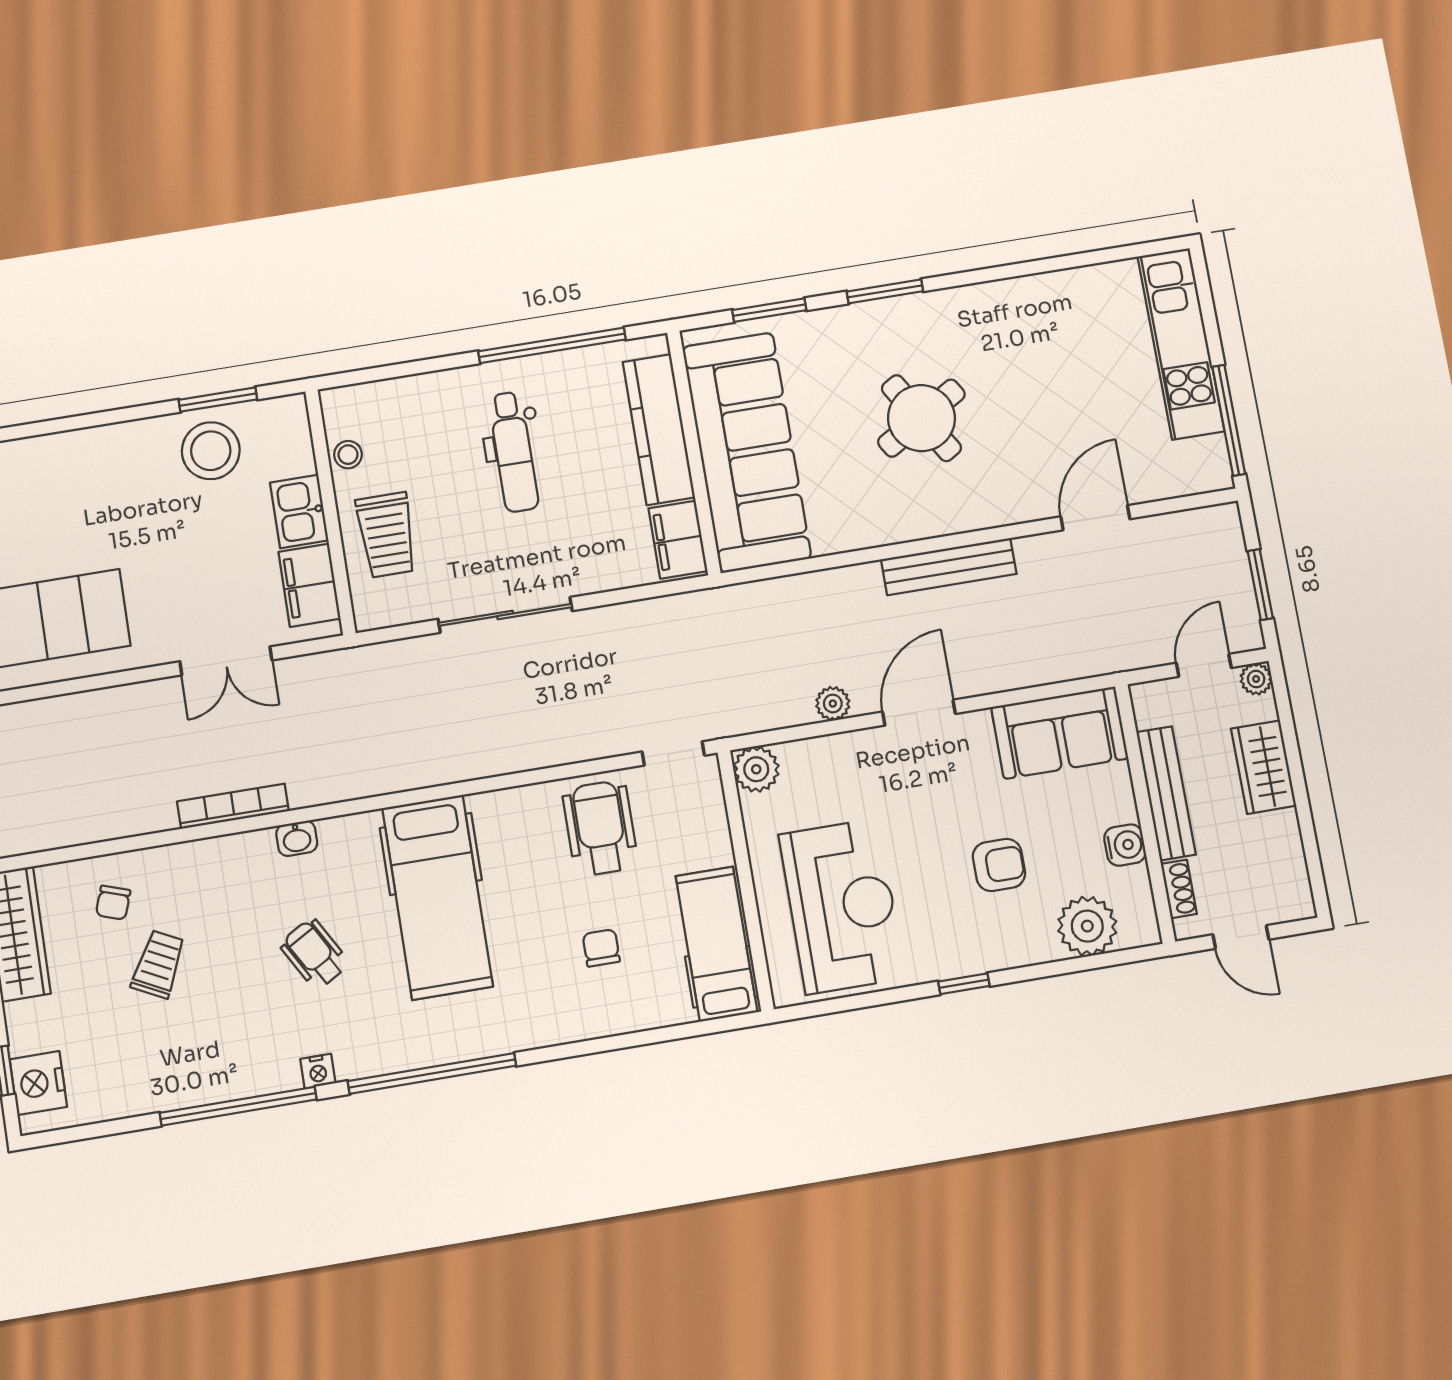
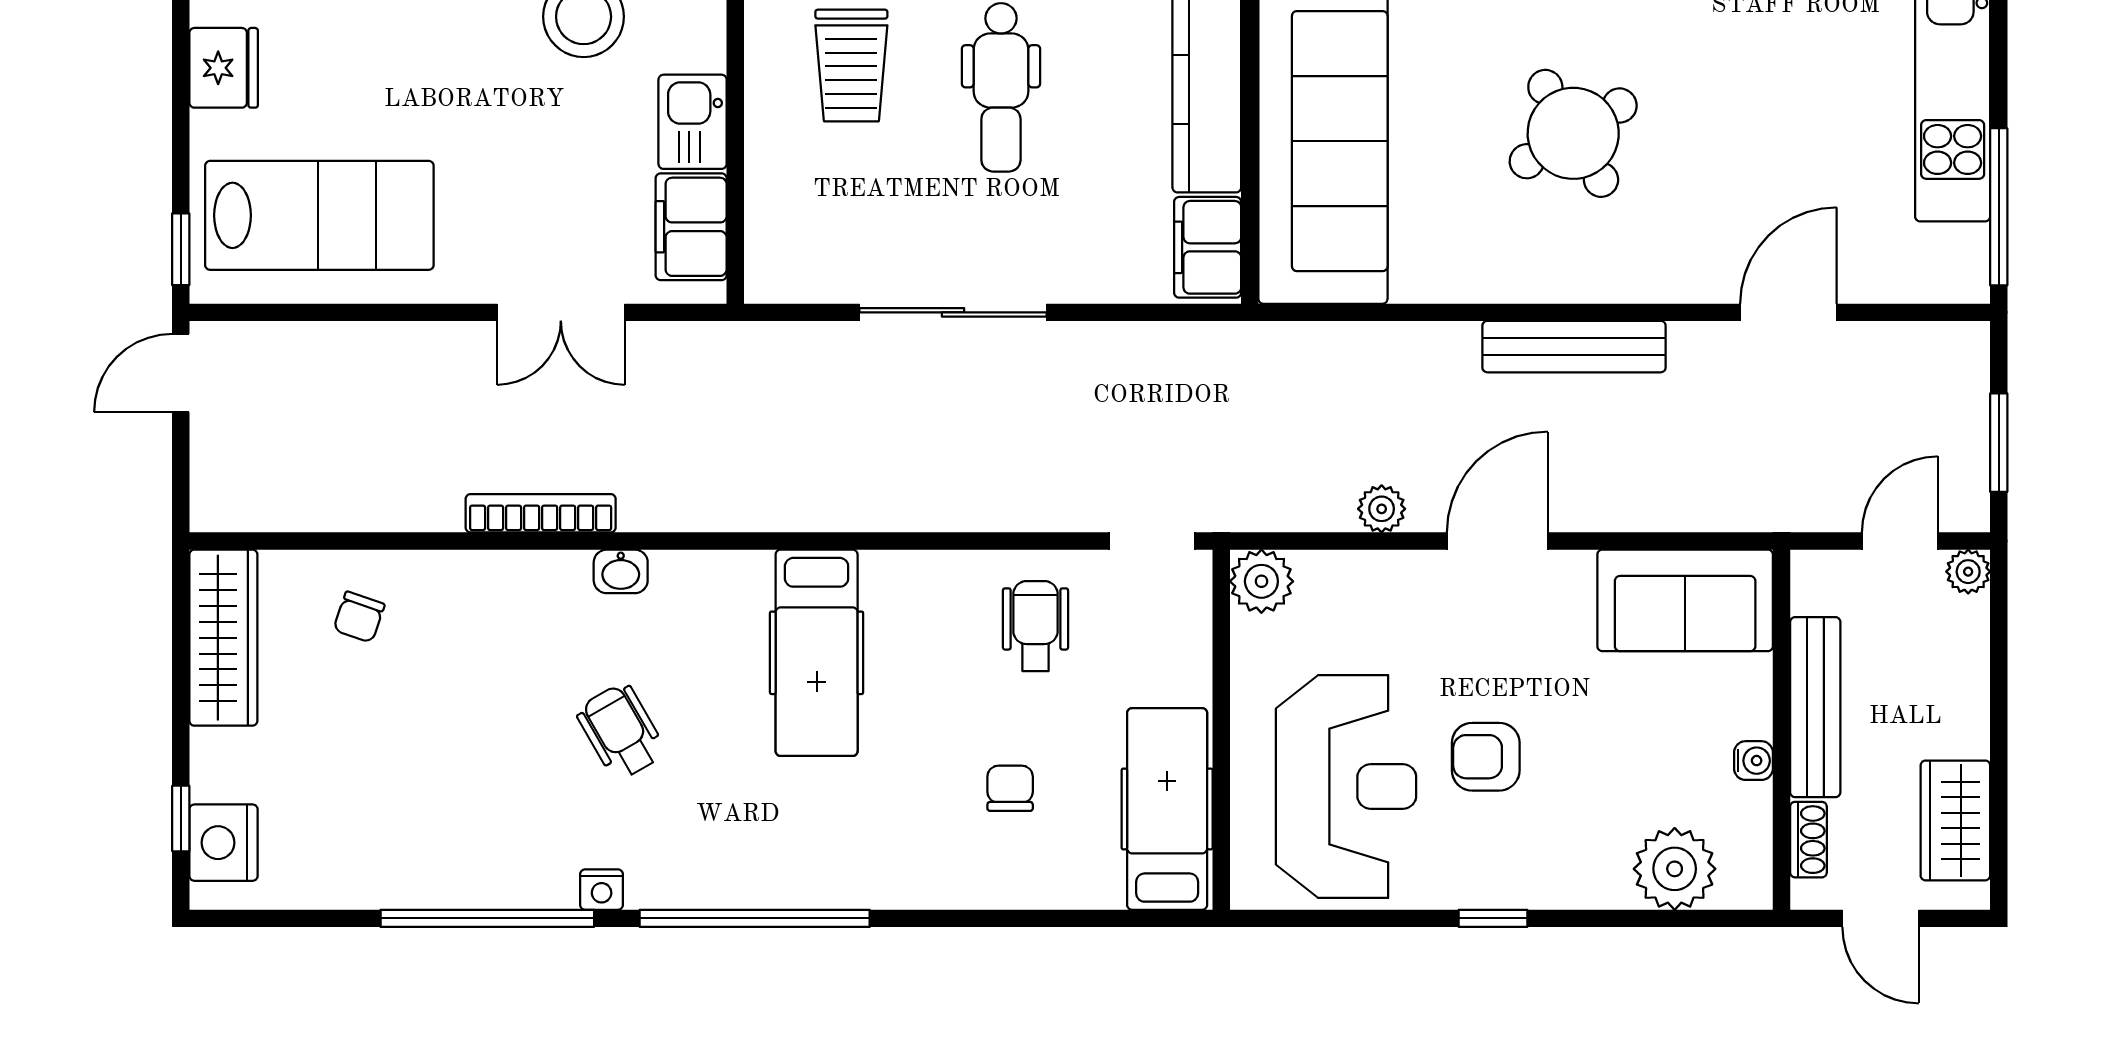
stool: (348, 455) -> (772, 53), removed
trolley: (387, 535) -> (851, 65), moved
wardrobe: (1264, 767) -> (1955, 820), moved
wheelchair: (600, 828) -> (1035, 626), width x0.73, depth x0.73
water cooler: (1125, 845) -> (1753, 761), width x0.72, depth x0.72
armchair: (999, 865) -> (1486, 757), moved, turned 180
hospital bed: (437, 897) -> (817, 653), width x0.73, depth x0.78
trolley: (158, 964) -> (408, 710), removed

